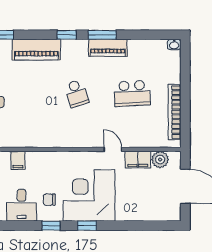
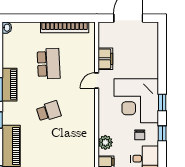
plant: (160, 160) -> (105, 142), moved

